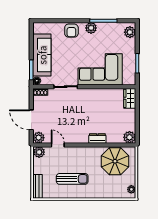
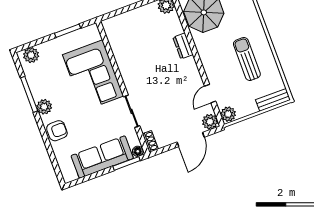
wardrobe: (130, 98) -> (116, 24), removed

